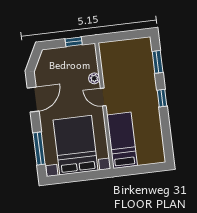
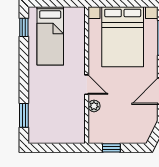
window: (162, 98) -> (24, 27), moved
bed: (122, 140) -> (50, 36), moved

